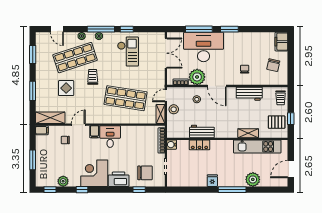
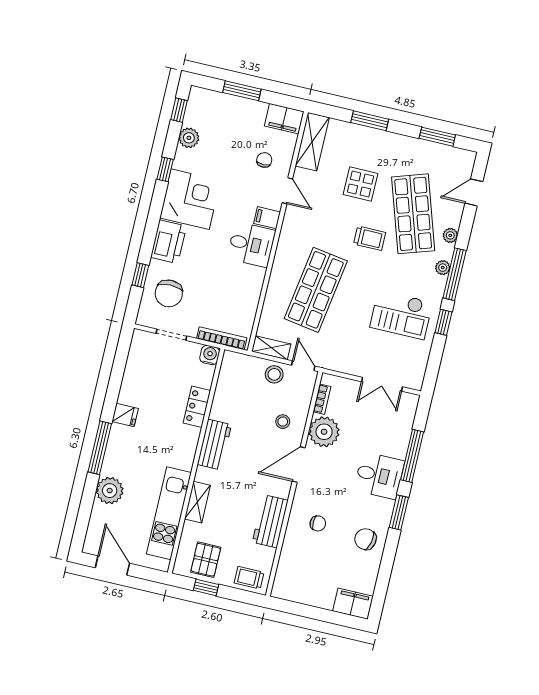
desk: (204, 47) -> (379, 475), width x0.53, depth x0.77
double door: (166, 53) -> (382, 384), width x0.73
chair: (273, 65) -> (365, 539), moved
filing cabinet: (42, 130) -> (284, 119), width x2.00
workbench: (202, 131) -> (214, 445), moved

